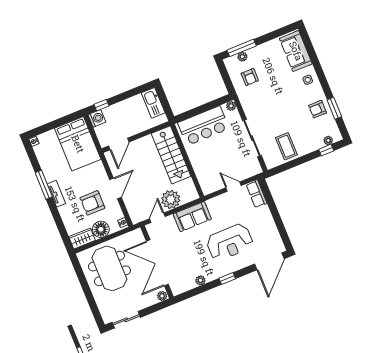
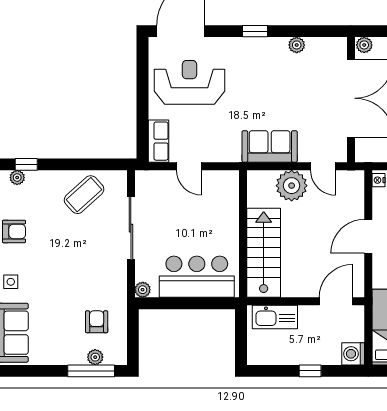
kitchen sink: (153, 103) -> (275, 317), moved, turned 90
window: (101, 105) -> (310, 371), moved
coffee table: (286, 146) -> (84, 195), turned 48
door: (157, 218) -> (323, 166), hinge flipped
reception desk: (230, 242) -> (190, 82), moved

